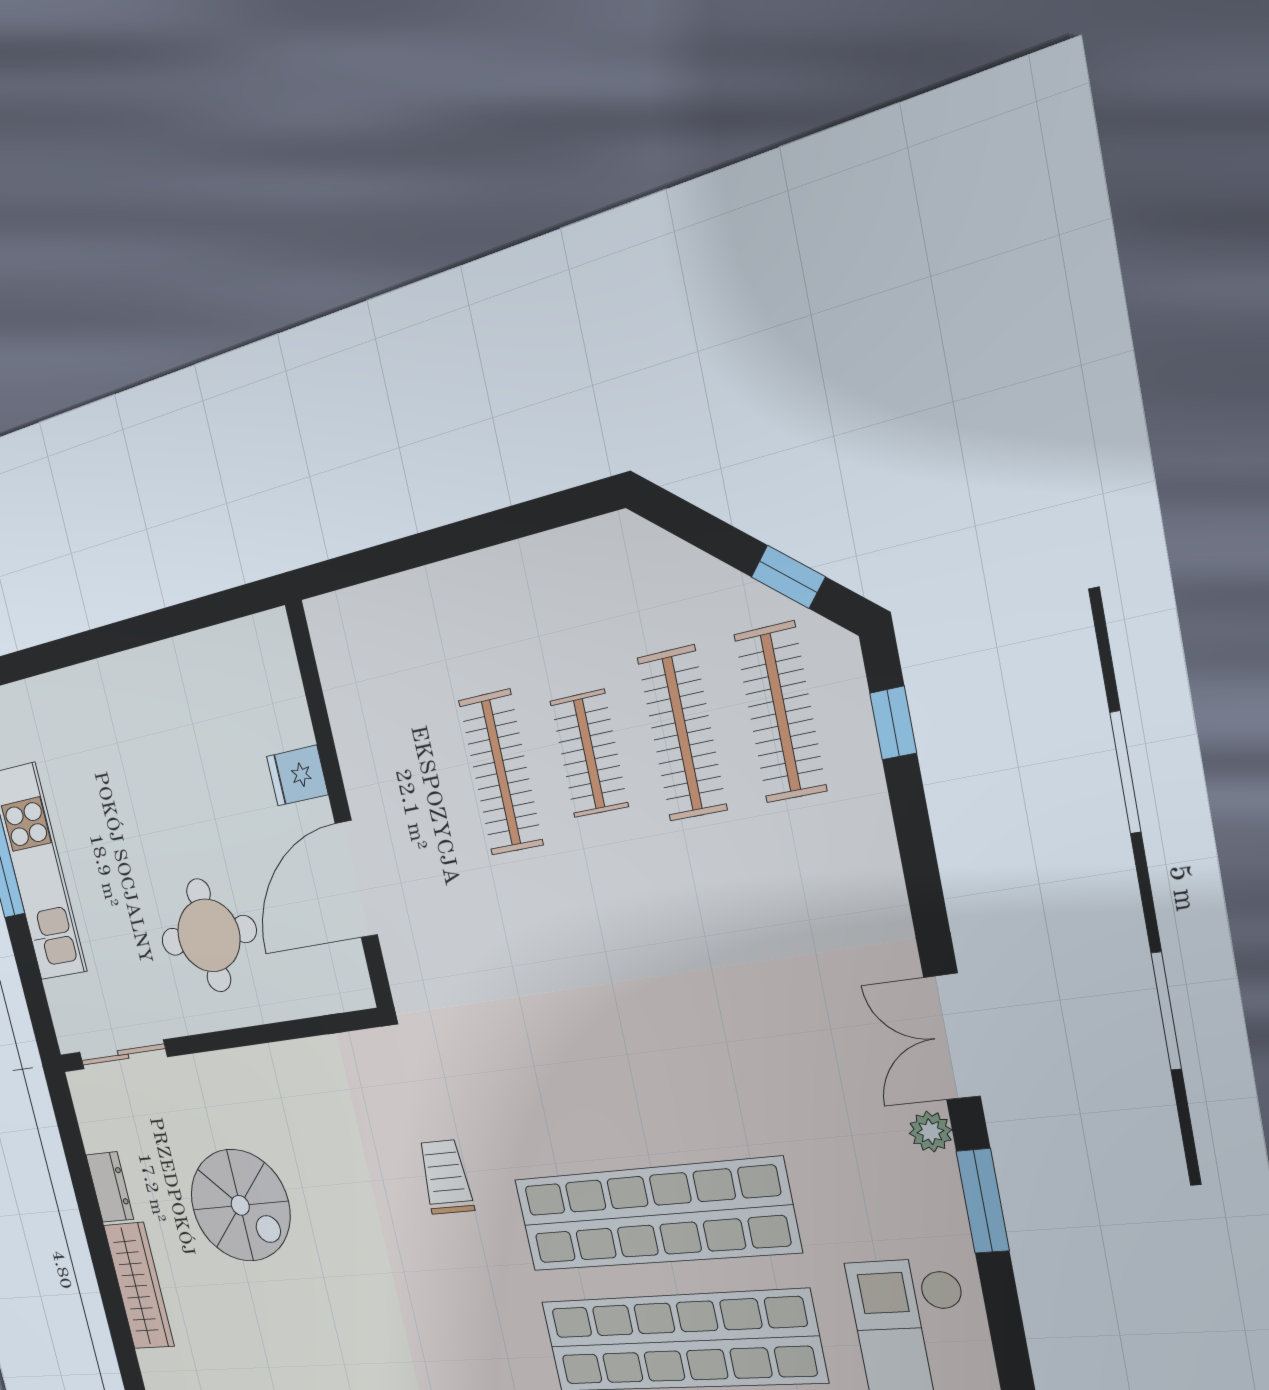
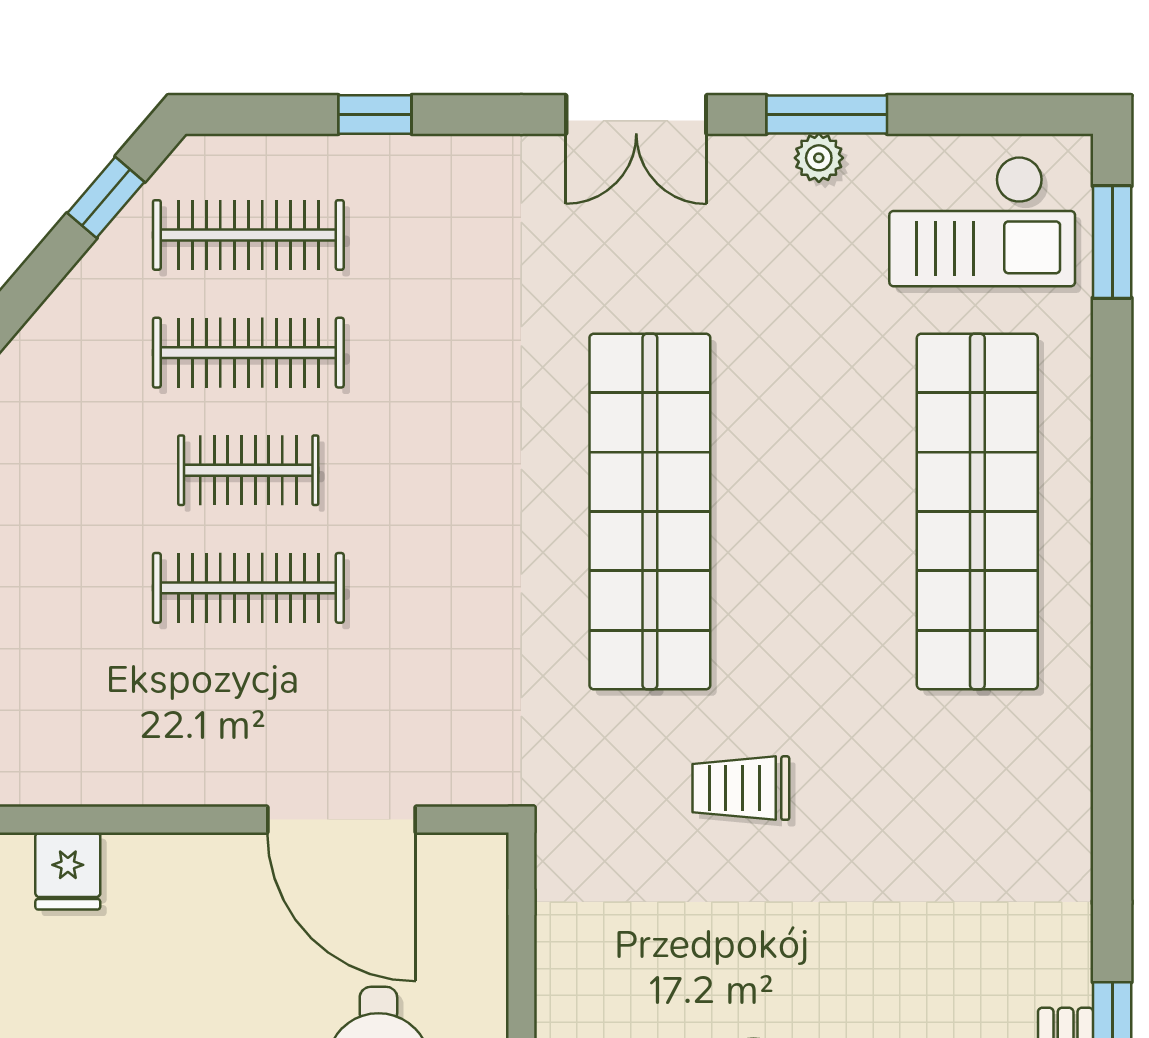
window: (893, 723) -> (375, 115), moved
fridge: (297, 776) -> (68, 871), moved
plant: (930, 1132) -> (819, 158), moved
shop shelf: (654, 1215) -> (650, 512), moved

